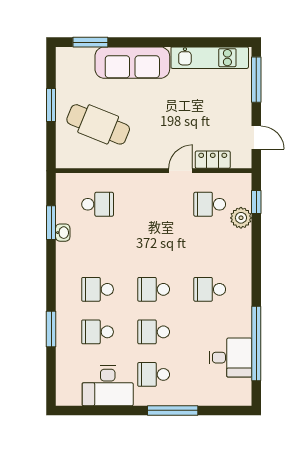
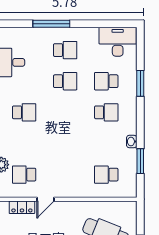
school desk: (210, 204) -> (24, 175), turned 180
washbasin: (63, 233) -> (132, 142), moved
school desk: (154, 289) -> (65, 112), removed
school desk: (98, 332) -> (106, 81), turned 180
desk: (108, 386) -> (118, 42), moved

